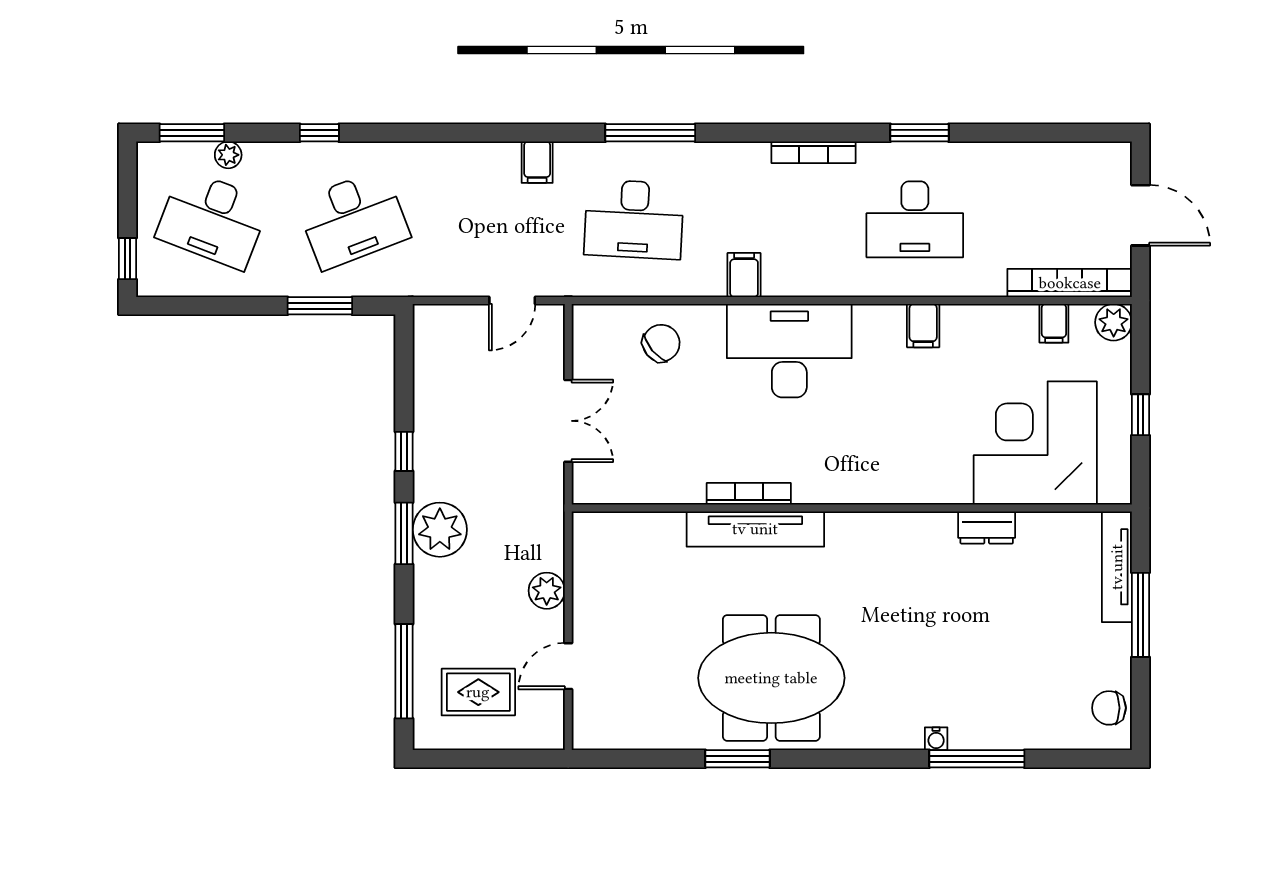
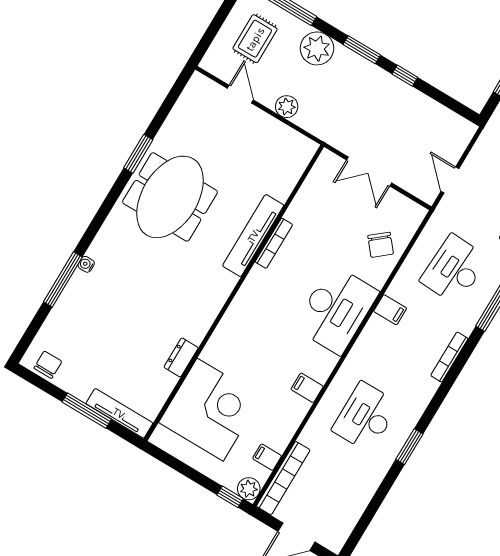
bookcase: (814, 152) -> (449, 357), moved
window: (1140, 415) -> (230, 497), moved
plant: (440, 530) -> (317, 48), moved

